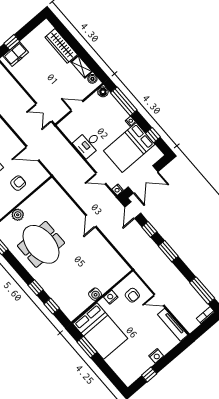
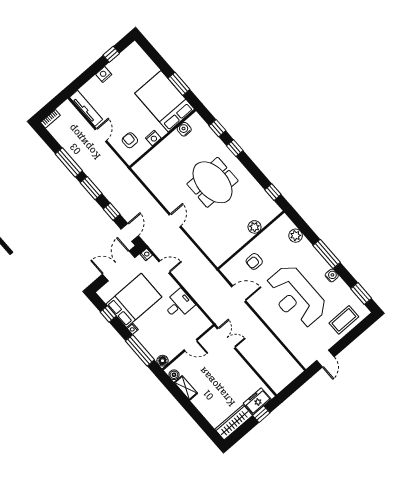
wardrobe: (61, 46) -> (234, 422), moved, turned -90
meeting table: (41, 244) -> (212, 182), moved
window: (202, 290) -> (69, 162), moved
water cooler: (95, 294) -> (184, 129), moved
door: (159, 300) -> (101, 135), hinge flipped

